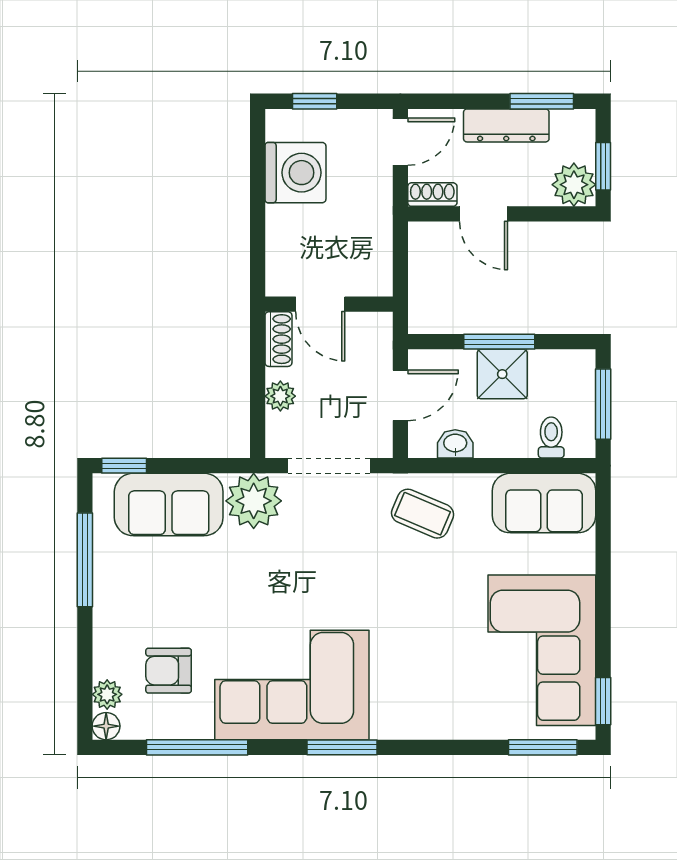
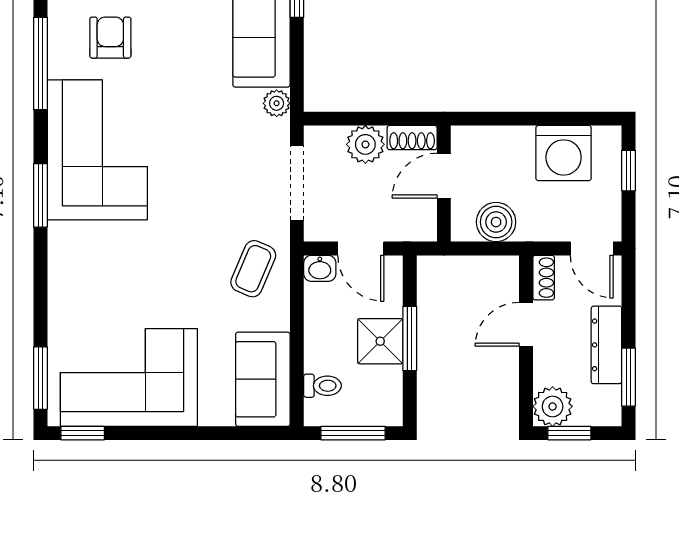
boiler: (371, 247) -> (496, 222), added
plant: (280, 396) -> (365, 144), width x1.38, depth x1.38
washbasin: (455, 444) -> (320, 268), moved, turned 90
plant: (254, 501) -> (277, 103), width x0.53, depth x0.53

